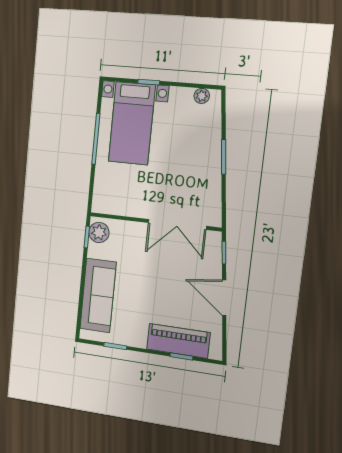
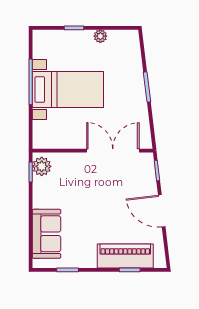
plant: (202, 96) -> (100, 36), moved
bed with nightstands: (132, 123) -> (68, 90), moved, turned -90
double door: (177, 224) -> (113, 151), swing flipped
sofa: (98, 296) -> (46, 234), width x0.73

